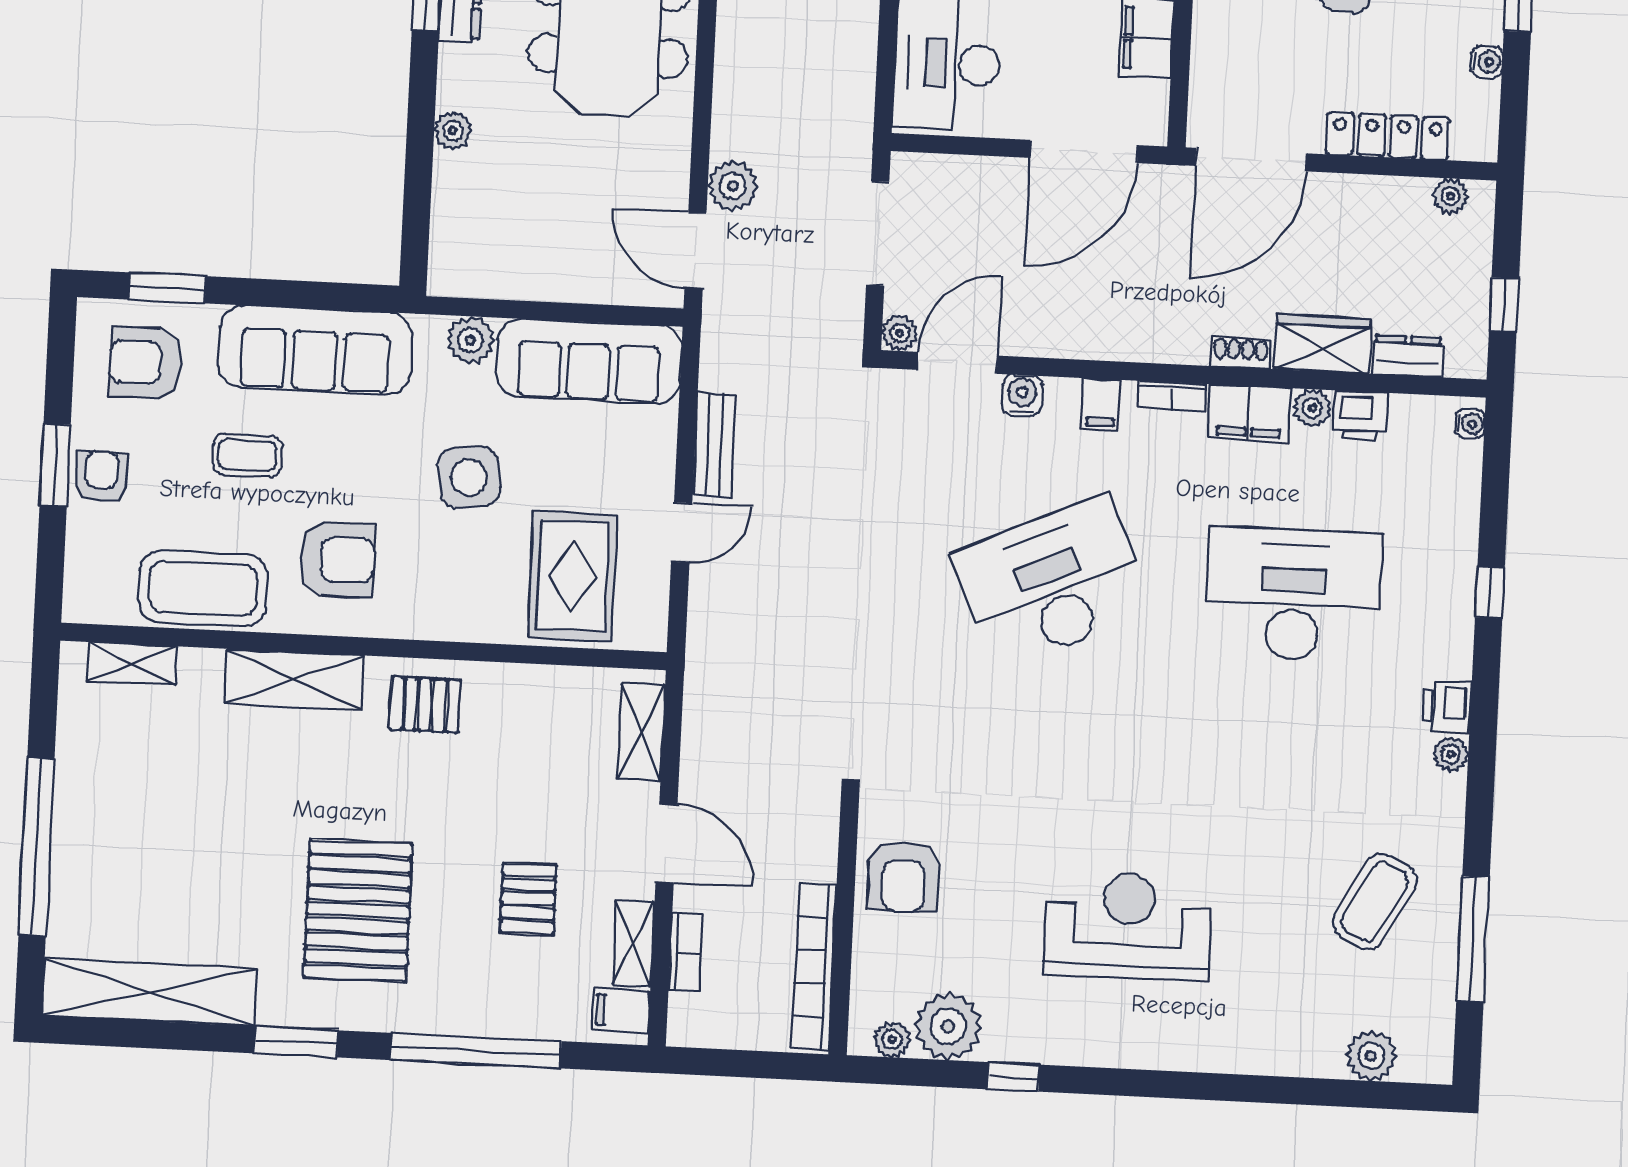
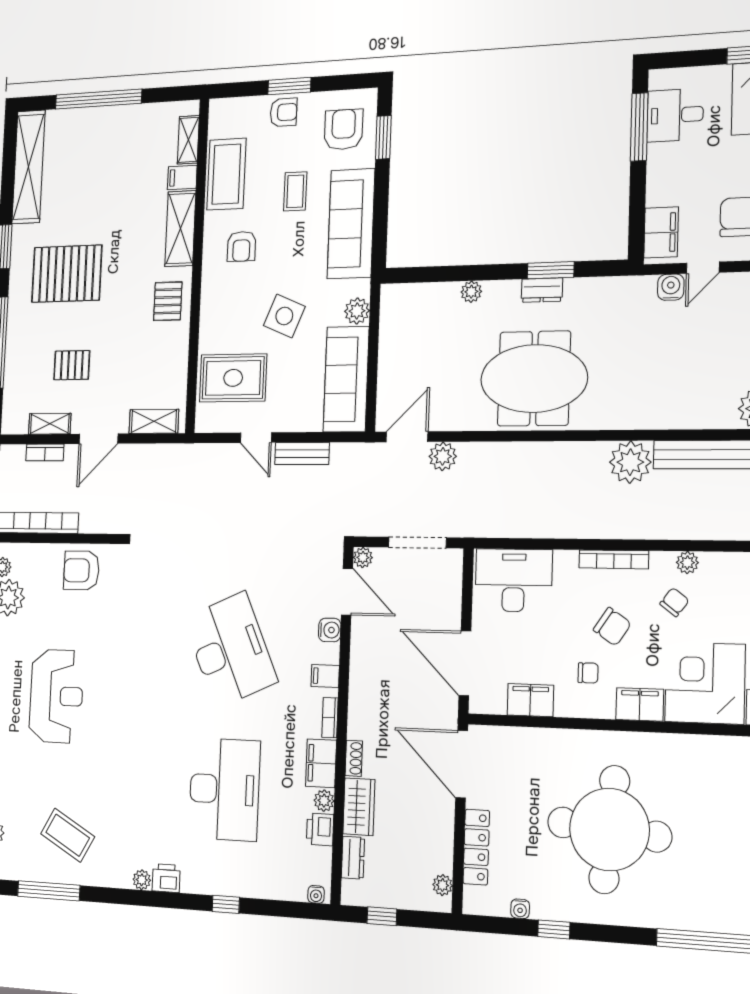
side table: (469, 477) -> (284, 316), turned 31
armchair: (337, 559) -> (241, 246), width x0.72, depth x0.72
filing cabinet: (621, 1010) -> (182, 177), moved, turned -90

